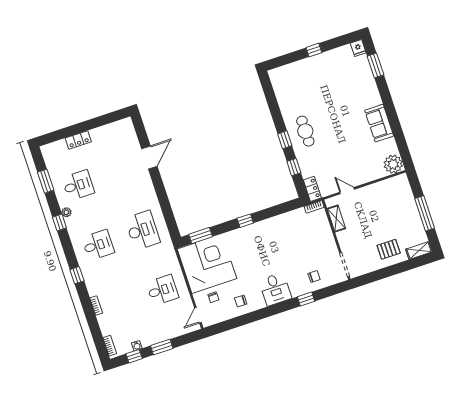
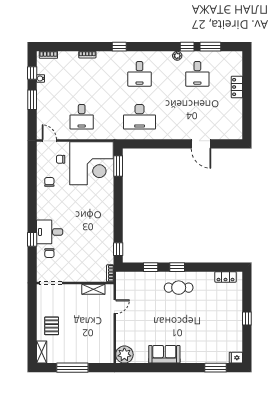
locker: (312, 189) -> (226, 277), moved
window: (245, 221) -> (118, 249), moved
window: (59, 223) -> (187, 47), moved
desk: (275, 289) -> (50, 232), moved

